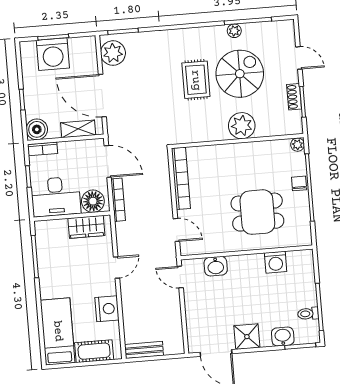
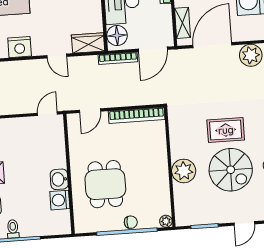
shoe rack: (294, 97) -> (209, 219), removed
wardrobe: (86, 227) -> (88, 43), moved, turned 90
washbasin: (216, 266) -> (59, 179), moved

